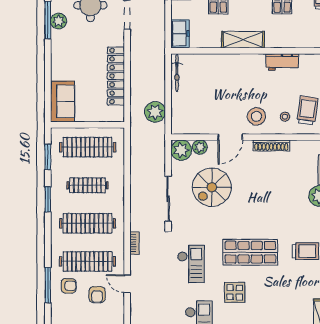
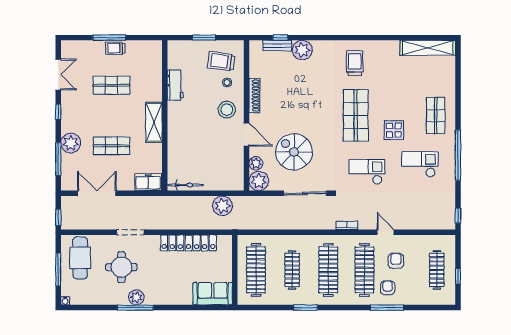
window: (48, 157) -> (265, 308), removed
spiral stairs: (212, 187) -> (294, 152), turned 180
door: (127, 284) -> (386, 232), swing flipped
armchair: (97, 295) -> (396, 261), turned -90

